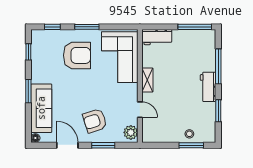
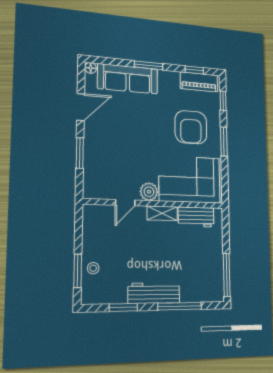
workbench: (157, 37) -> (196, 217), moved, turned -90
piano: (38, 48) -> (199, 82), added
workbench: (208, 87) -> (154, 293), width x1.38
armchair: (95, 121) -> (112, 144), removed
plant: (131, 132) -> (149, 192), moved

